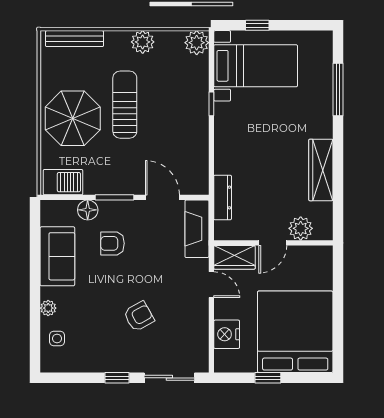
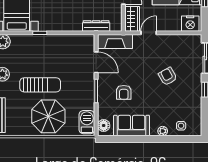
sun lounger: (125, 105) -> (40, 85), turned 180
door: (162, 197) -> (96, 62), swing flipped
floor lamp: (88, 210) -> (104, 125), moved
nightstand: (227, 334) -> (190, 24), moved

